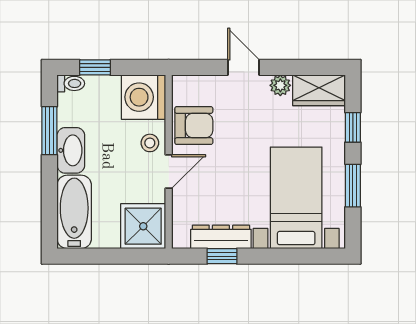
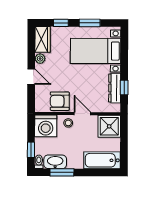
door: (244, 67) -> (31, 77), swing flipped
armchair: (194, 126) -> (60, 101), turned -90
washbasin: (71, 150) -> (55, 162), moved

